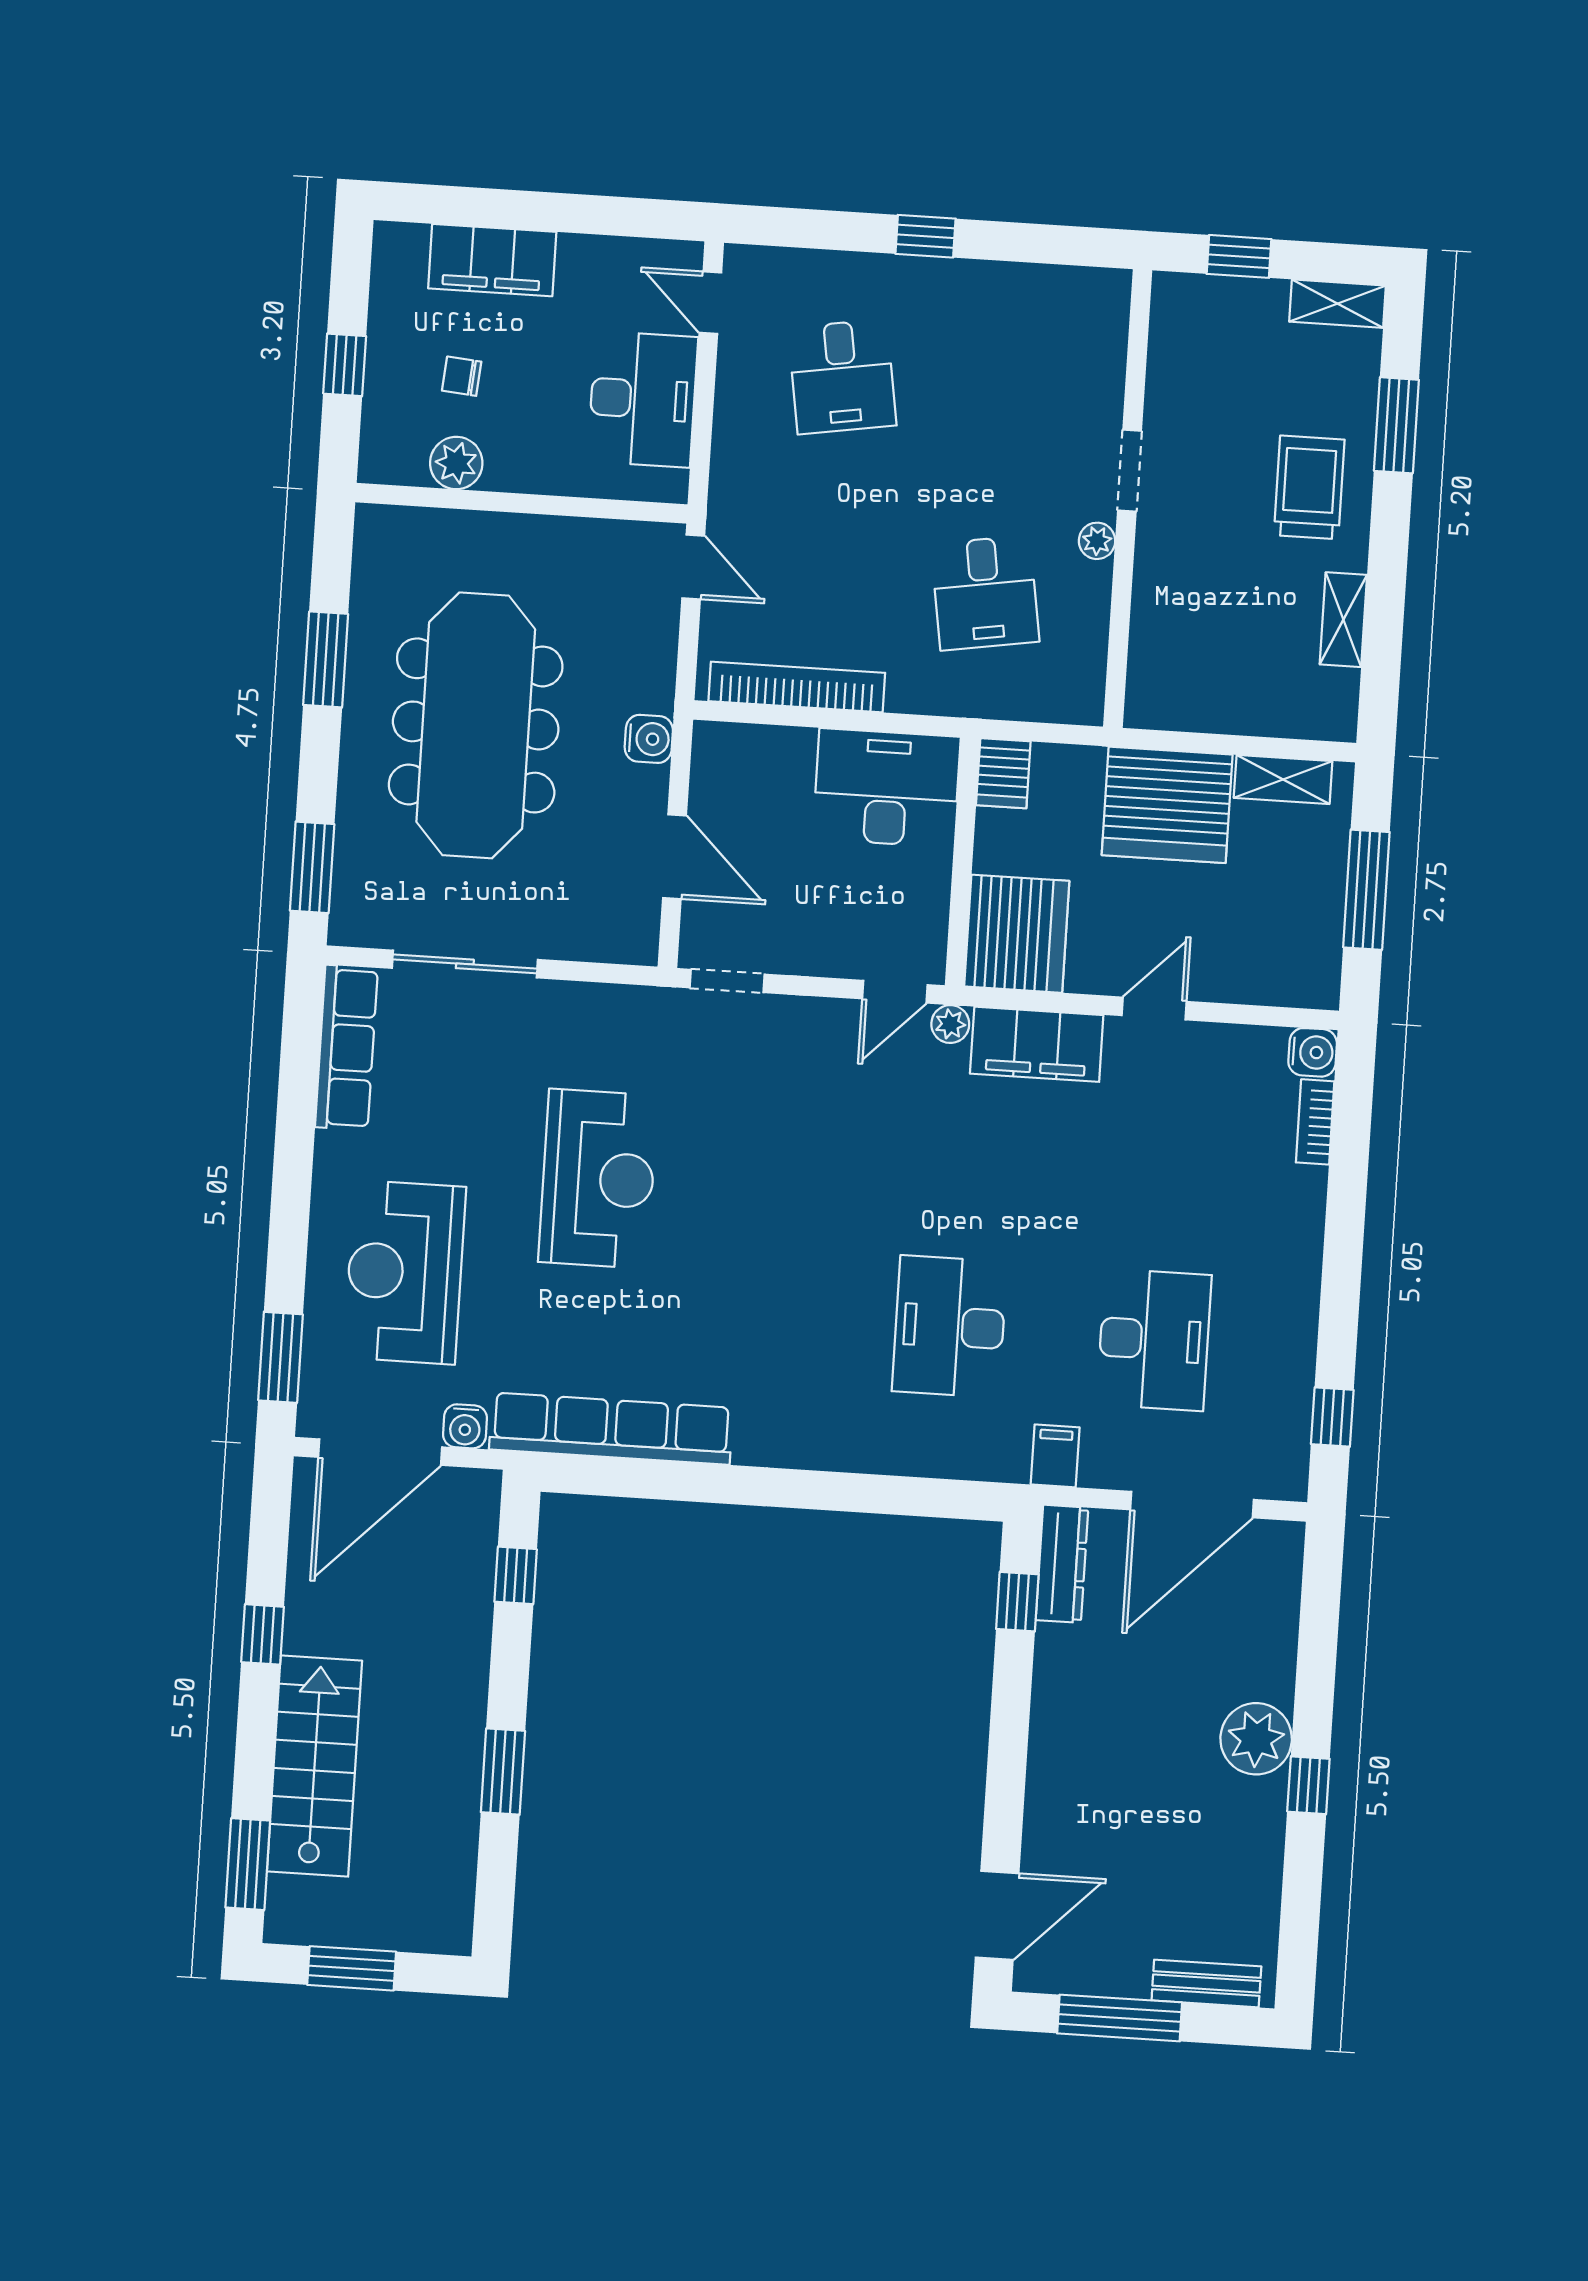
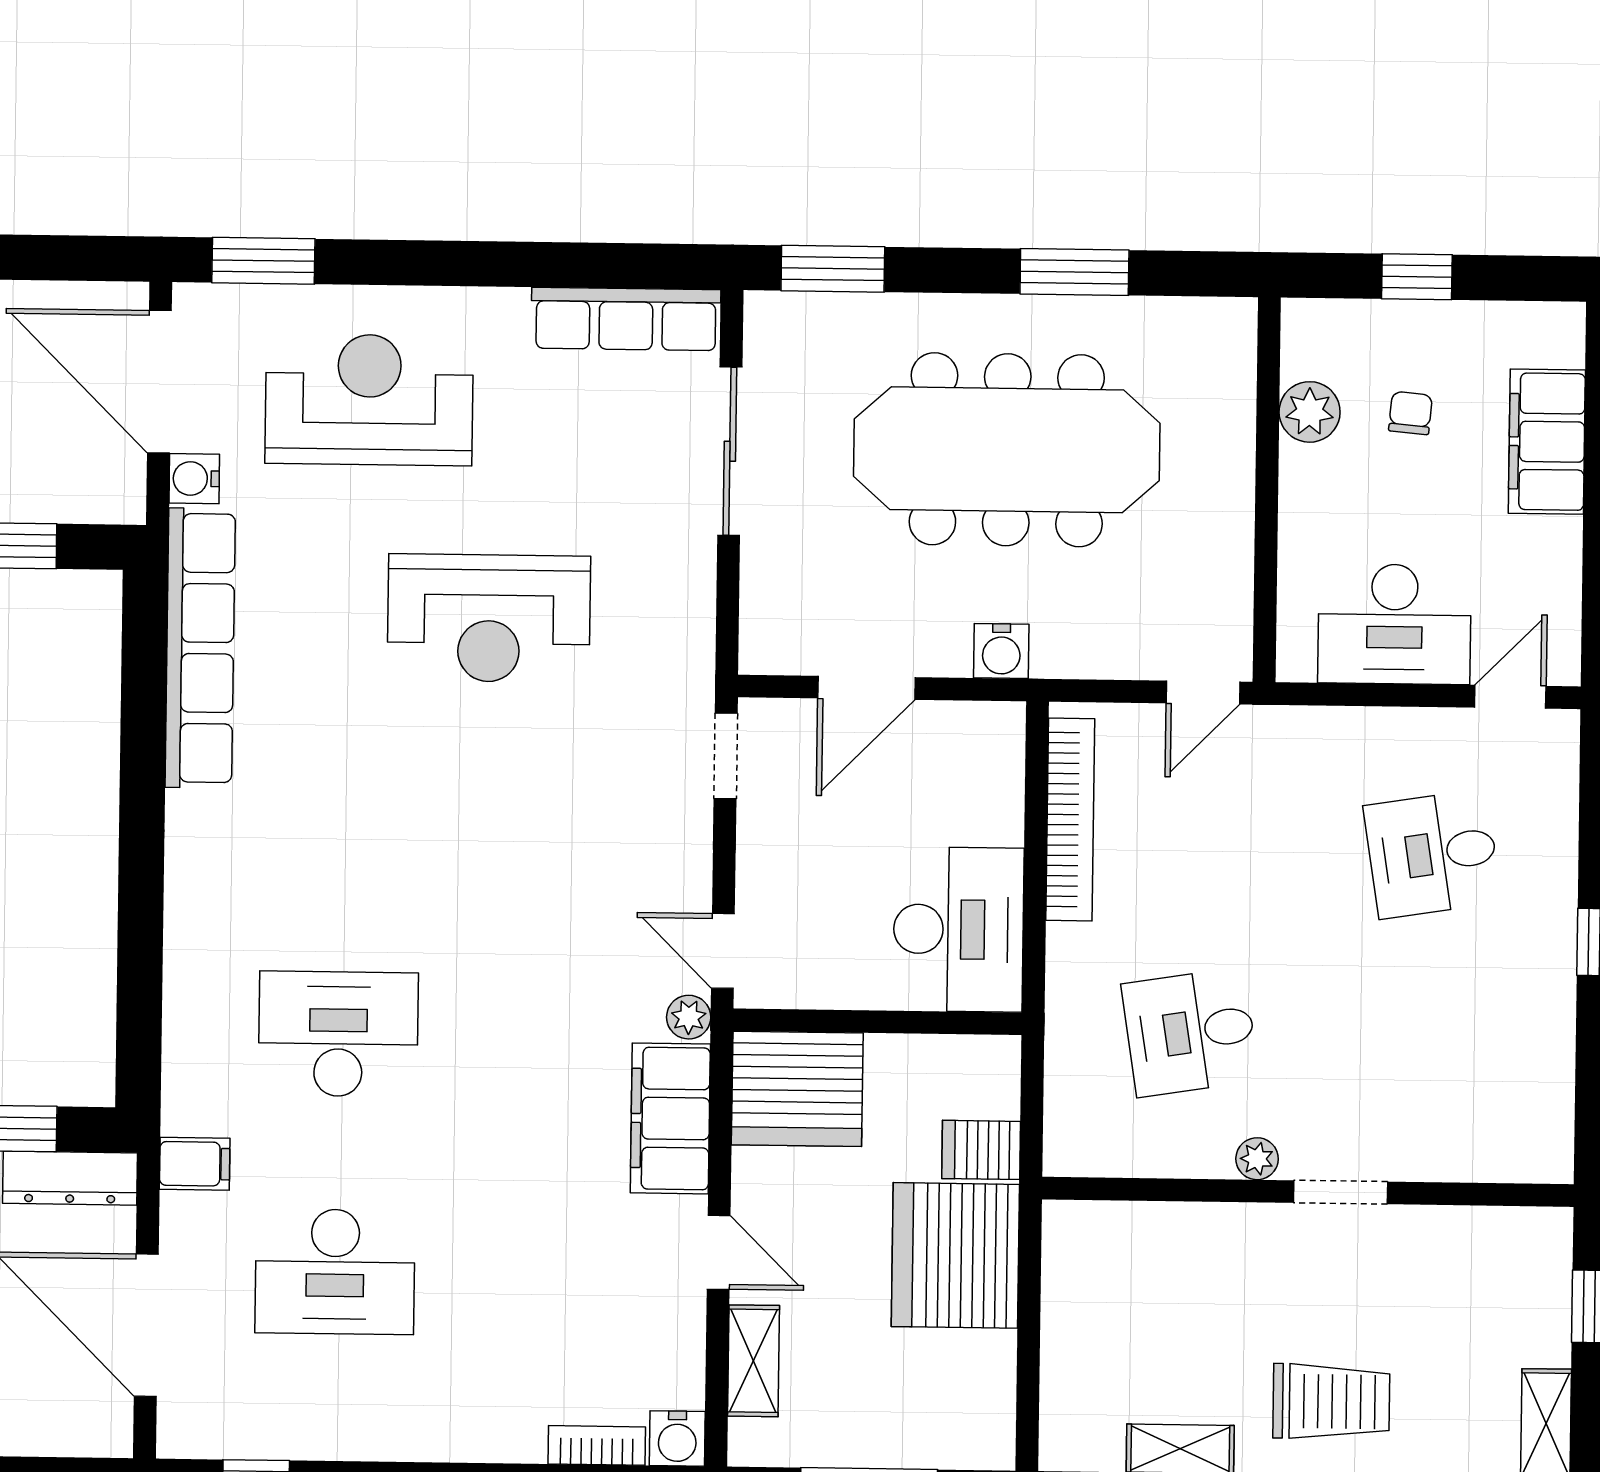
server rack: (1003, 773) -> (981, 1150), moved
shelving: (1283, 779) -> (754, 1361), moved

